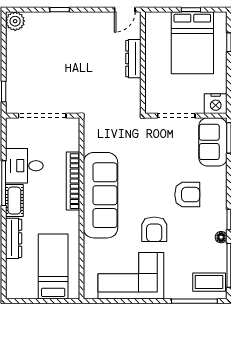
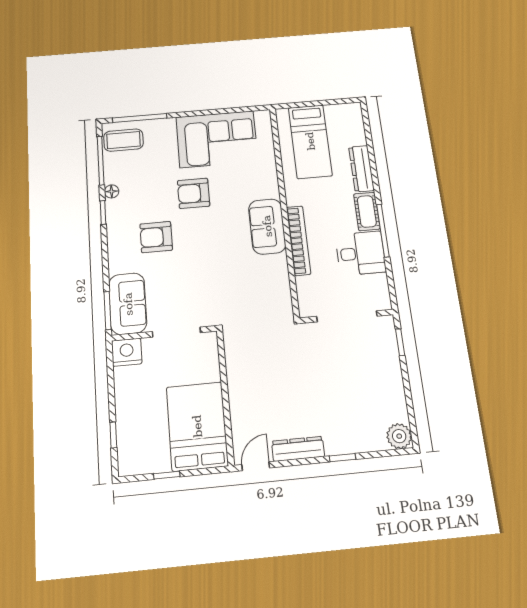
bed: (192, 43) -> (197, 426), moved
dresser: (133, 59) -> (298, 449), moved, turned -90
sofa: (101, 195) -> (267, 226), width x0.54, depth x0.79
armchair: (154, 229) -> (194, 193), turned -90

